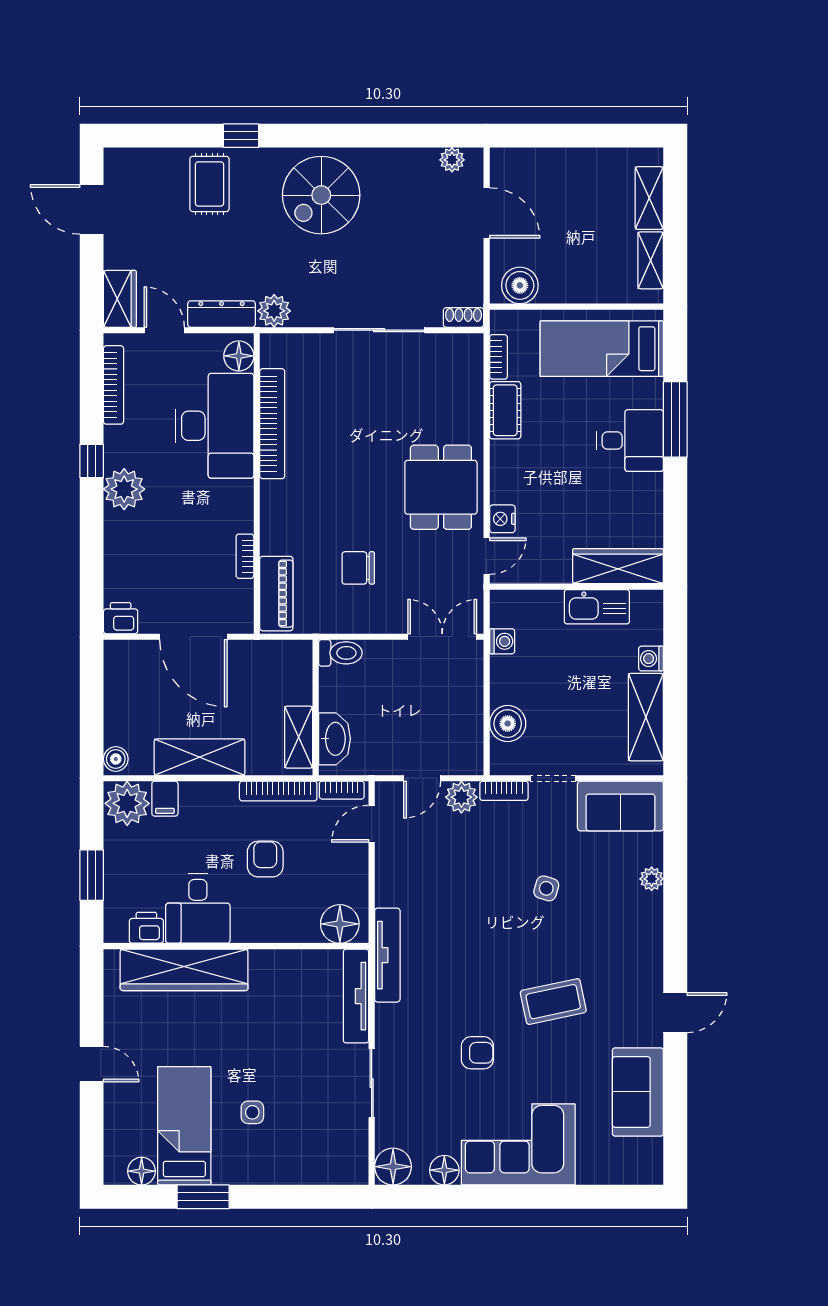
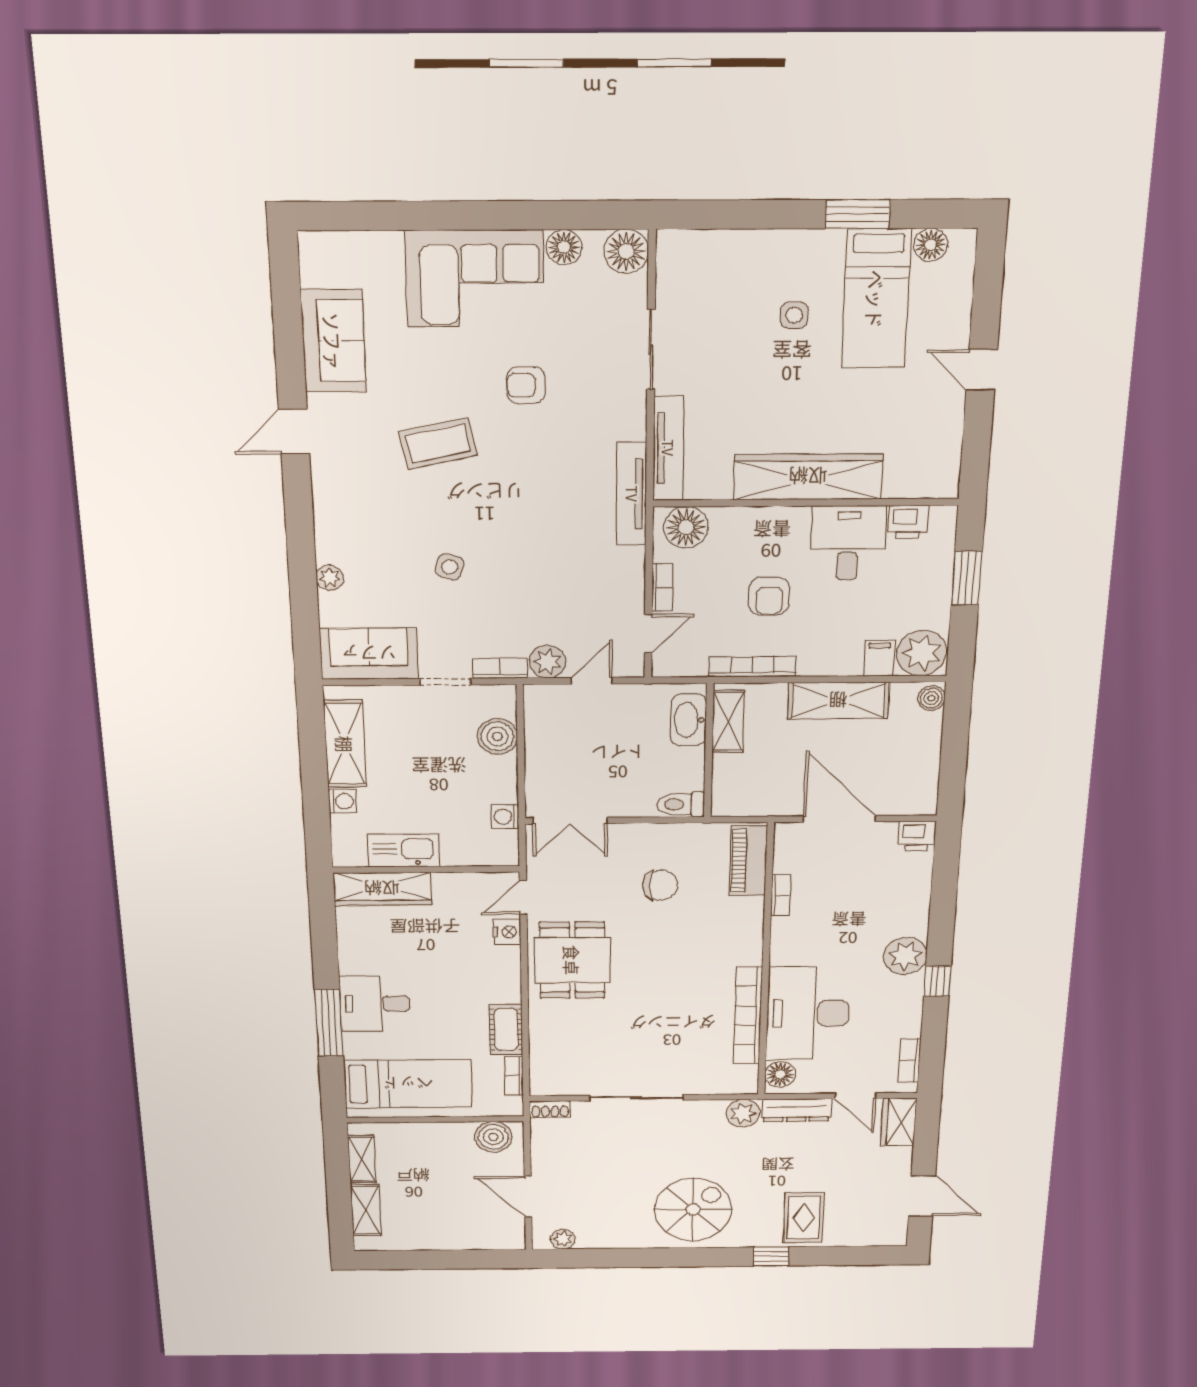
bookcase: (114, 385) -> (909, 1061), width x0.64
bookcase: (342, 790) -> (662, 587), moved, turned 90
wardrobe: (184, 970) -> (808, 477), moved

